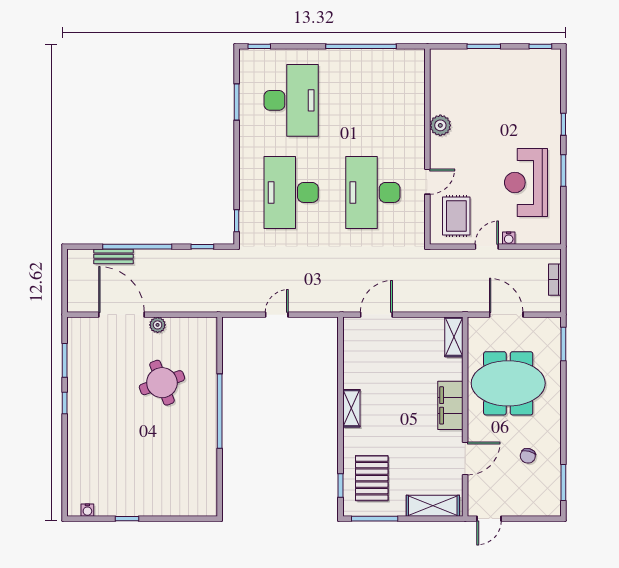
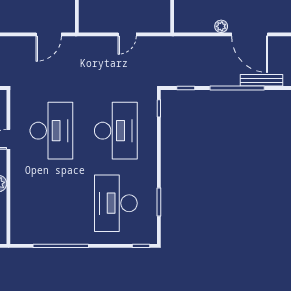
bench: (114, 256) -> (261, 80), width x1.36

